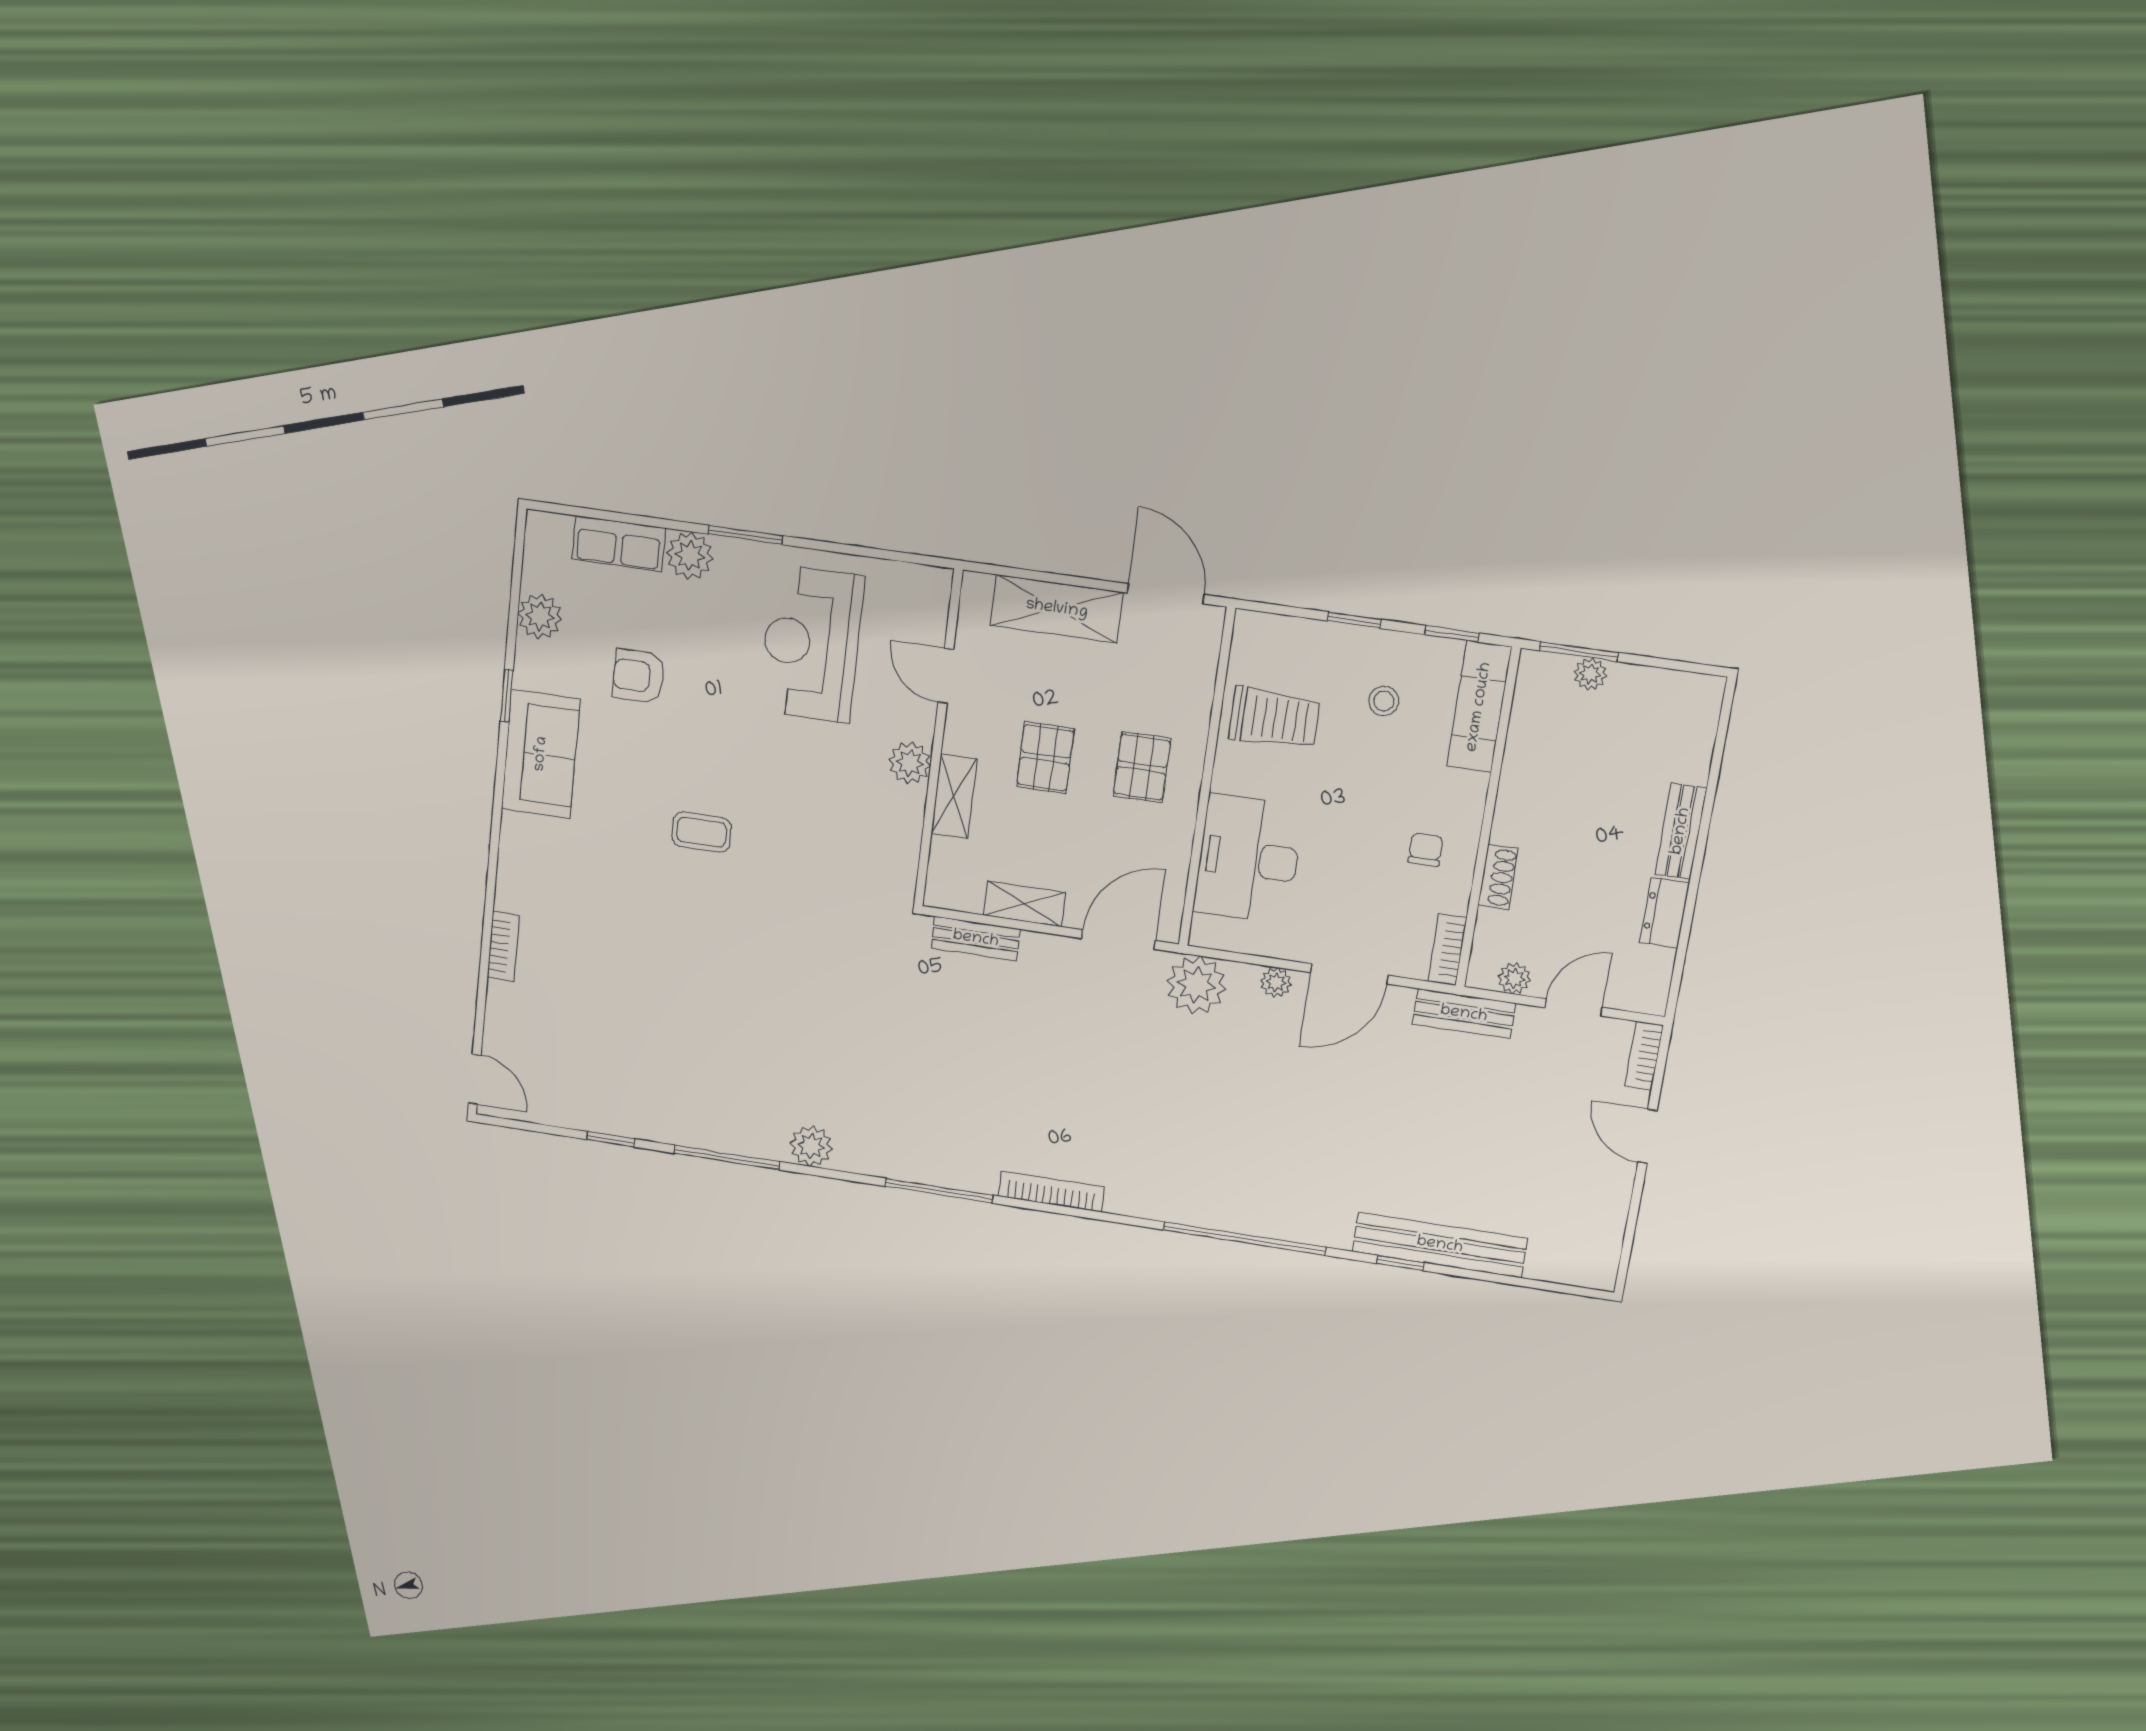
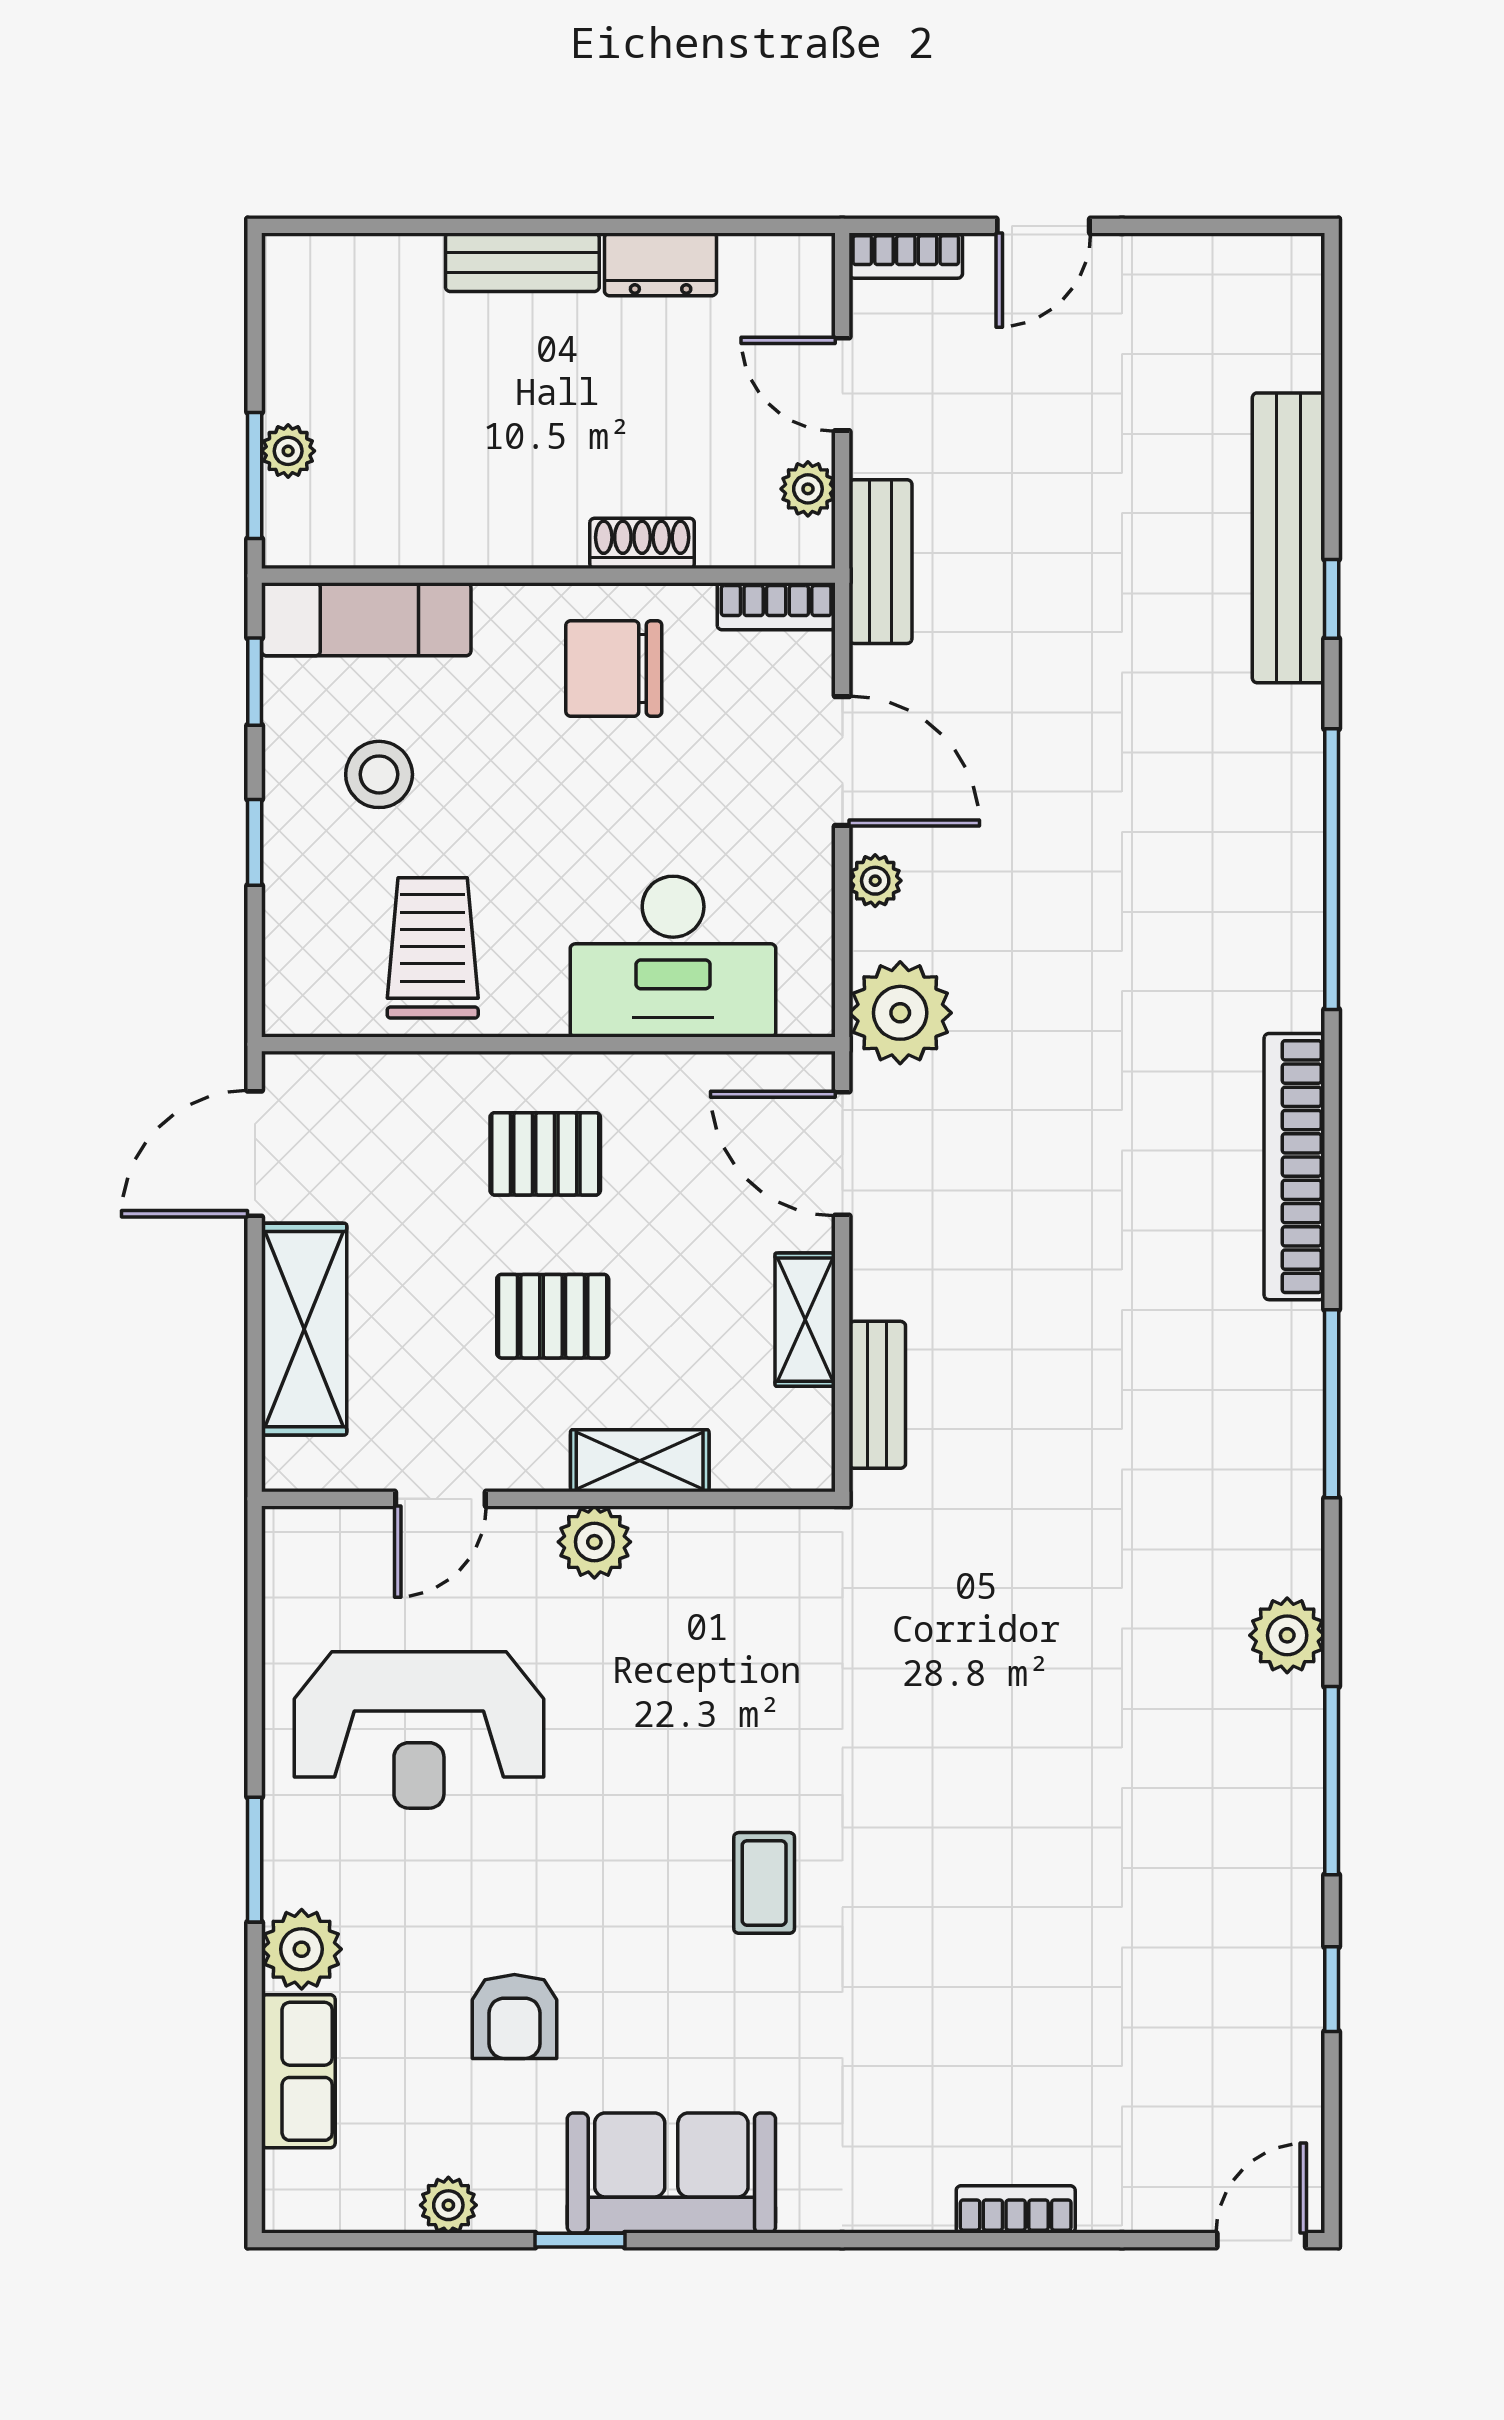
plant: (540, 616) -> (448, 2205), width x0.73, depth x0.73
stool: (1384, 701) -> (379, 774), width x1.37, depth x1.37
chair: (1426, 850) -> (614, 668), width x1.87, depth x1.87
bookcase: (1051, 1192) -> (1294, 1167), width x1.48, depth x1.31

